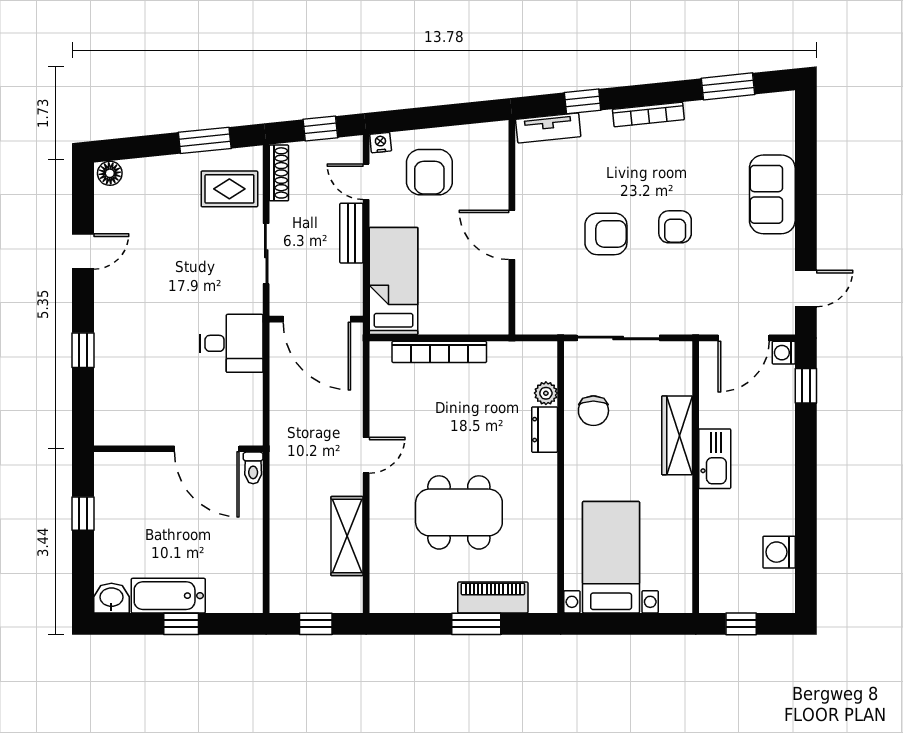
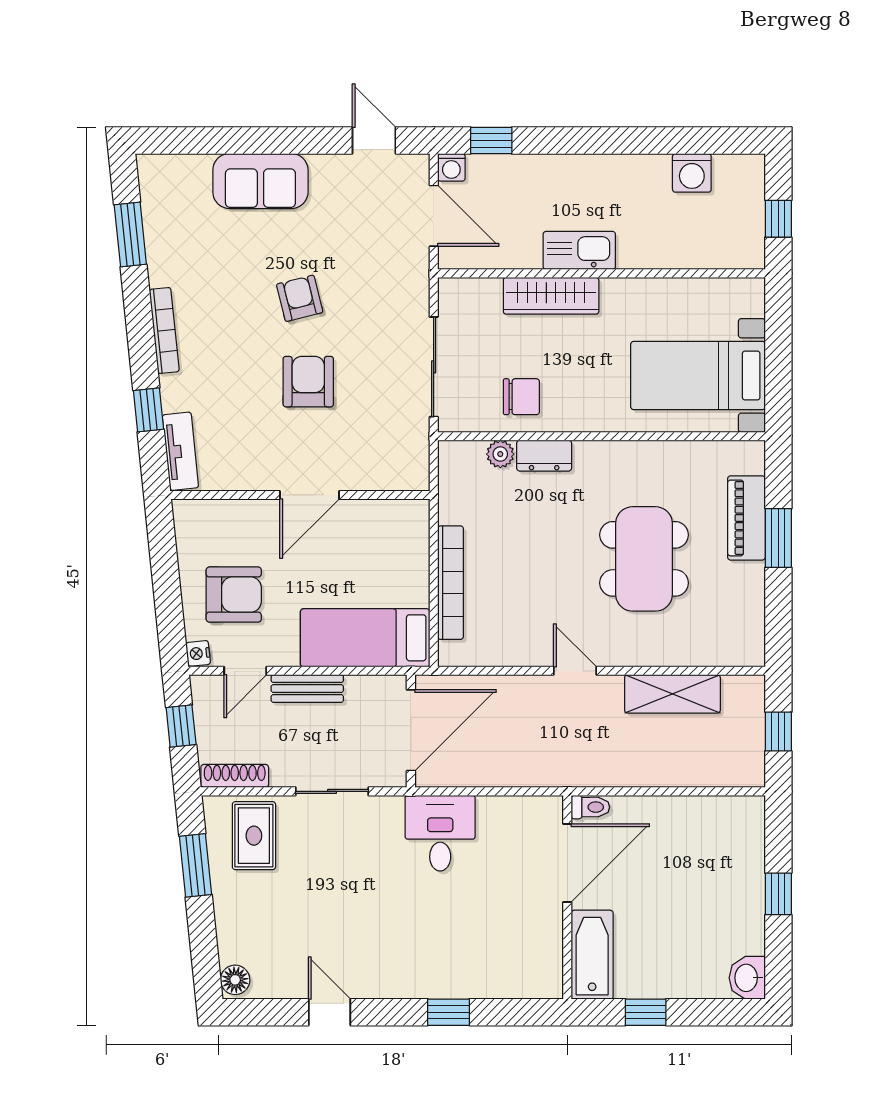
armchair: (675, 227) -> (300, 298), turned -104
bathtub: (168, 596) -> (592, 955), moved, turned 180

